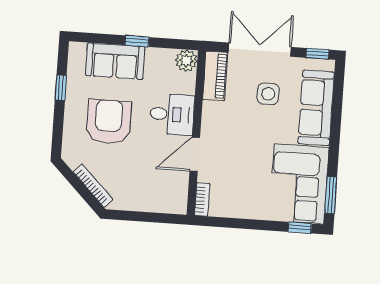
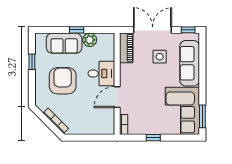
plant: (186, 61) -> (90, 40), moved
window: (300, 228) -> (153, 138), moved

